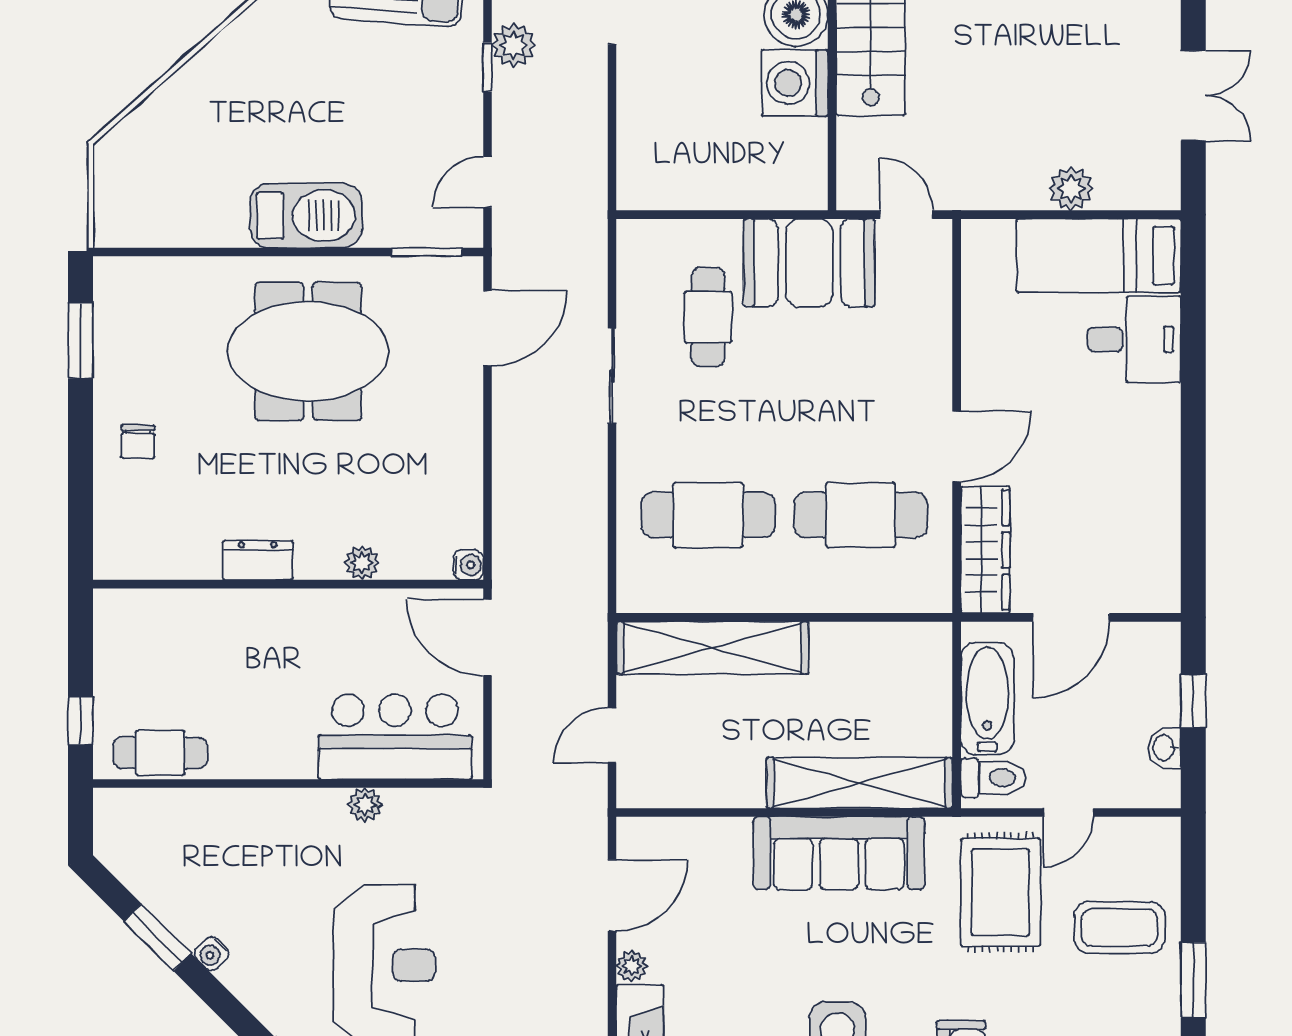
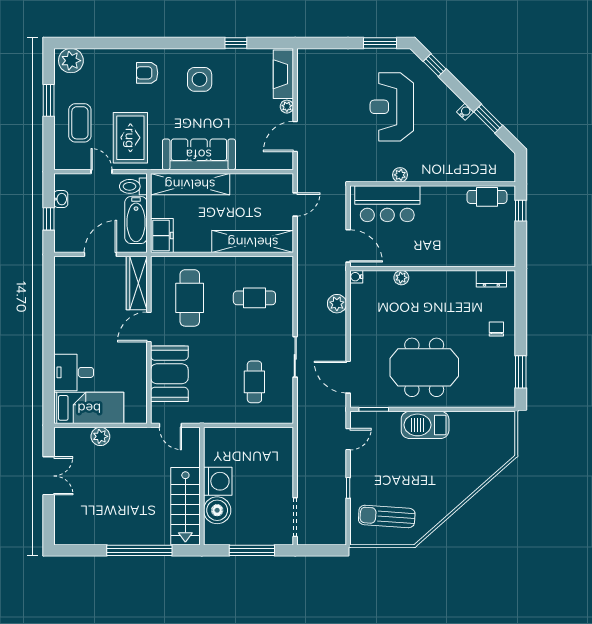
plant: (514, 45) -> (337, 304), moved
double door: (1193, 96) -> (49, 476), swing flipped
booth: (809, 263) -> (169, 374), moved, turned 90
door: (487, 328) -> (348, 377), hinge flipped
cafe table: (708, 515) -> (254, 298), width x0.73, depth x0.74
cafe table: (861, 515) -> (190, 298), turned 90
dresser: (258, 560) -> (491, 279), moved
freezer: (926, 662) -> (162, 236), added
door: (1068, 813) -> (102, 172), hinge flipped
coffee table: (1119, 927) -> (80, 123), turned 90

